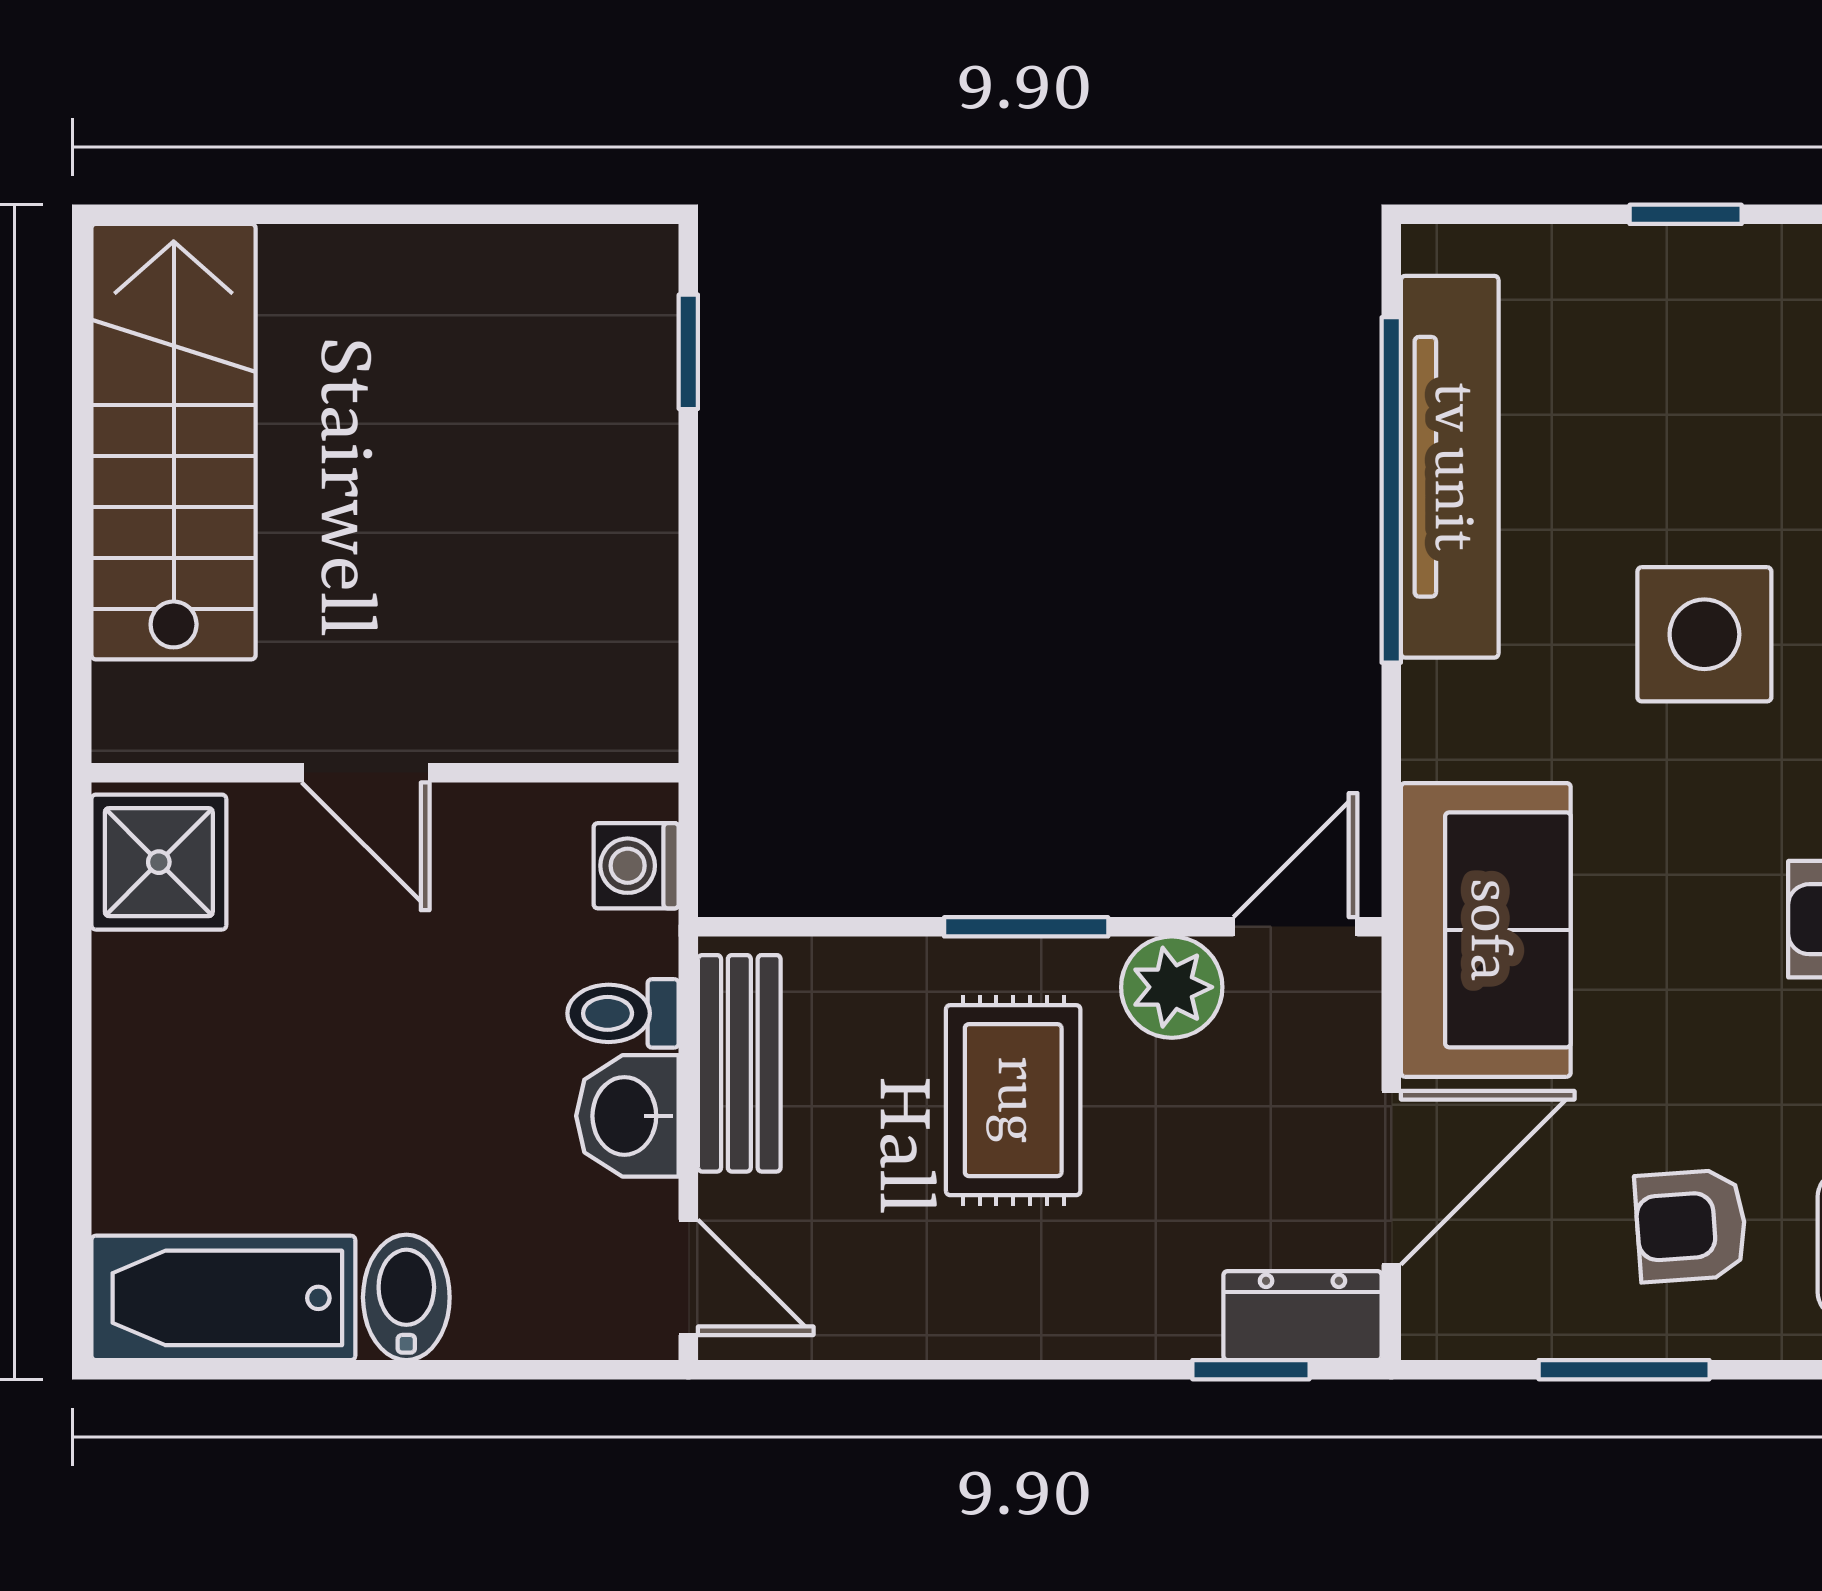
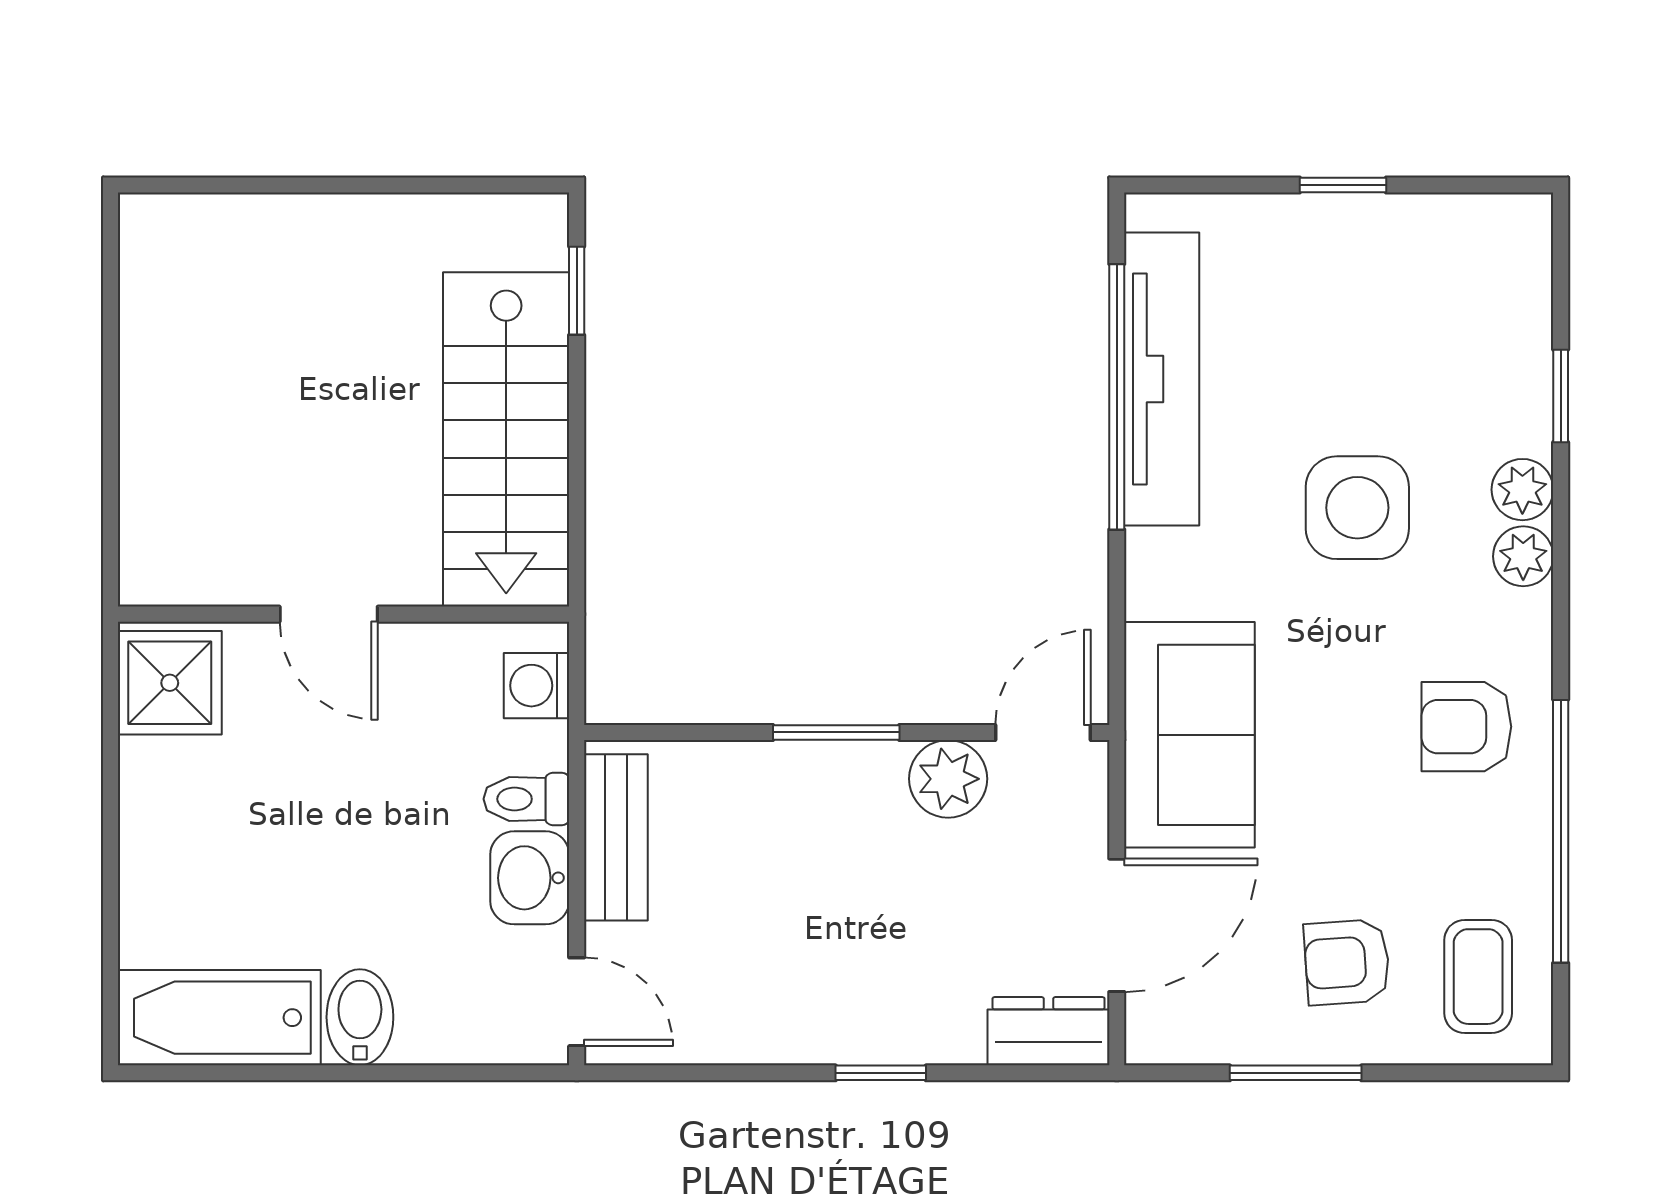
stairs: (174, 442) -> (506, 439), moved, turned 180
rug: (1013, 1100) -> (826, 866), removed
window: (1251, 1370) -> (881, 1073), moved

